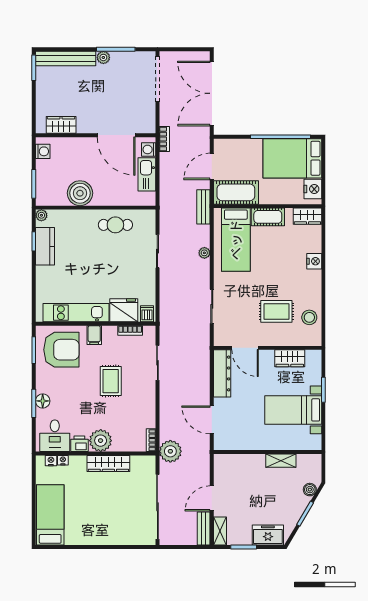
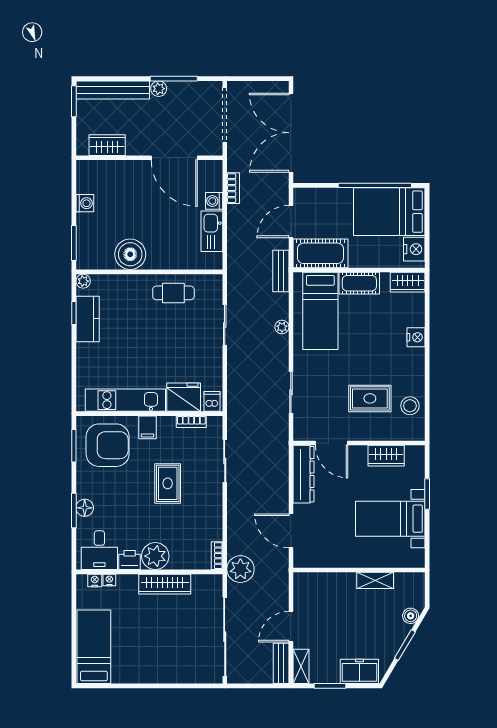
wardrobe: (61, 125) -> (107, 145), moved
wall: (96, 135) -> (149, 158), moved
door: (116, 135) -> (174, 158), moved

